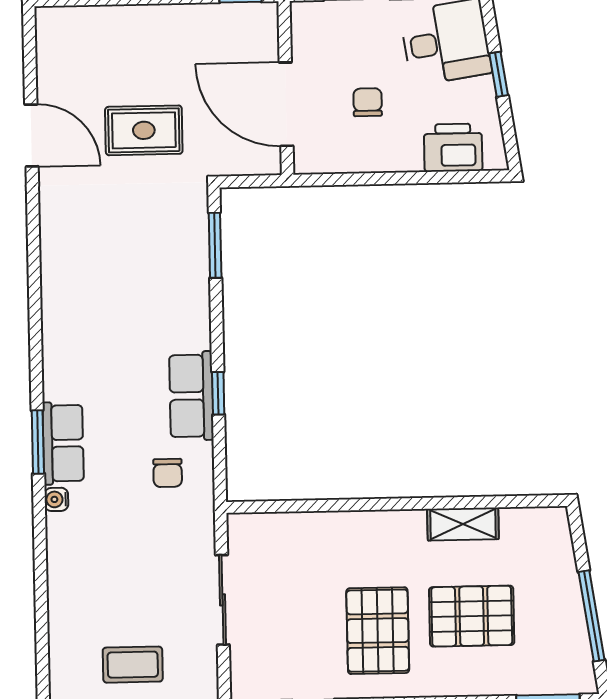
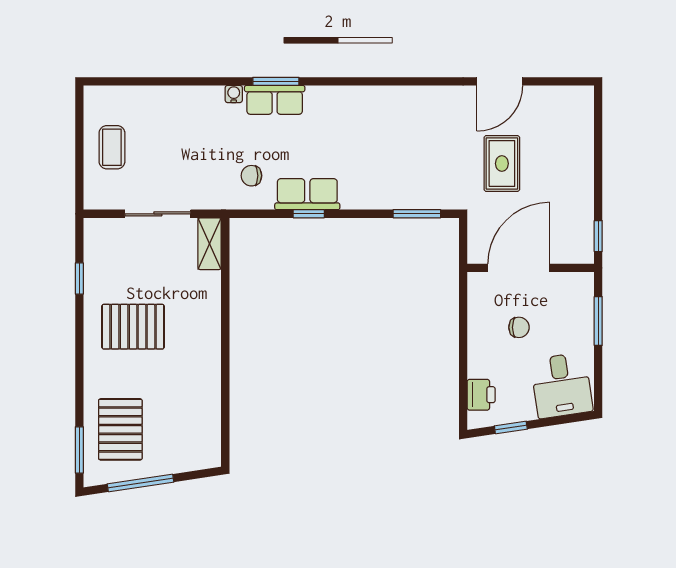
window: (499, 74) -> (511, 427), moved
printer: (453, 148) -> (481, 395), width x0.73, depth x0.81
shelving: (463, 524) -> (210, 244), moved
pallet: (472, 616) -> (120, 429), moved

